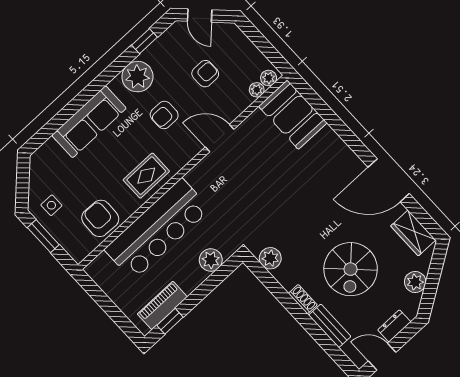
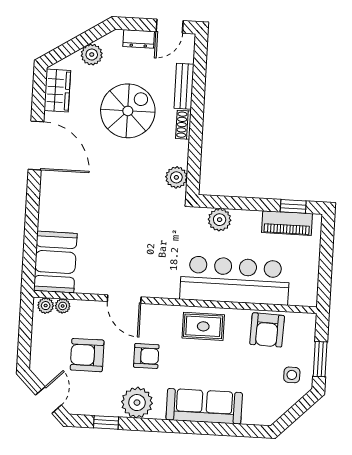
armchair: (205, 74) -> (87, 355), width x1.38, depth x1.38
door: (382, 357) -> (170, 26), hinge flipped

